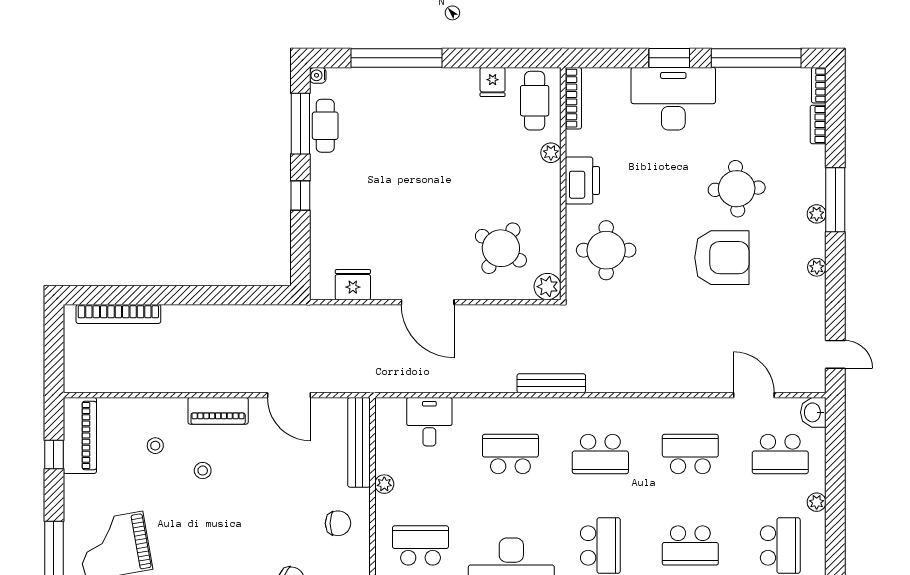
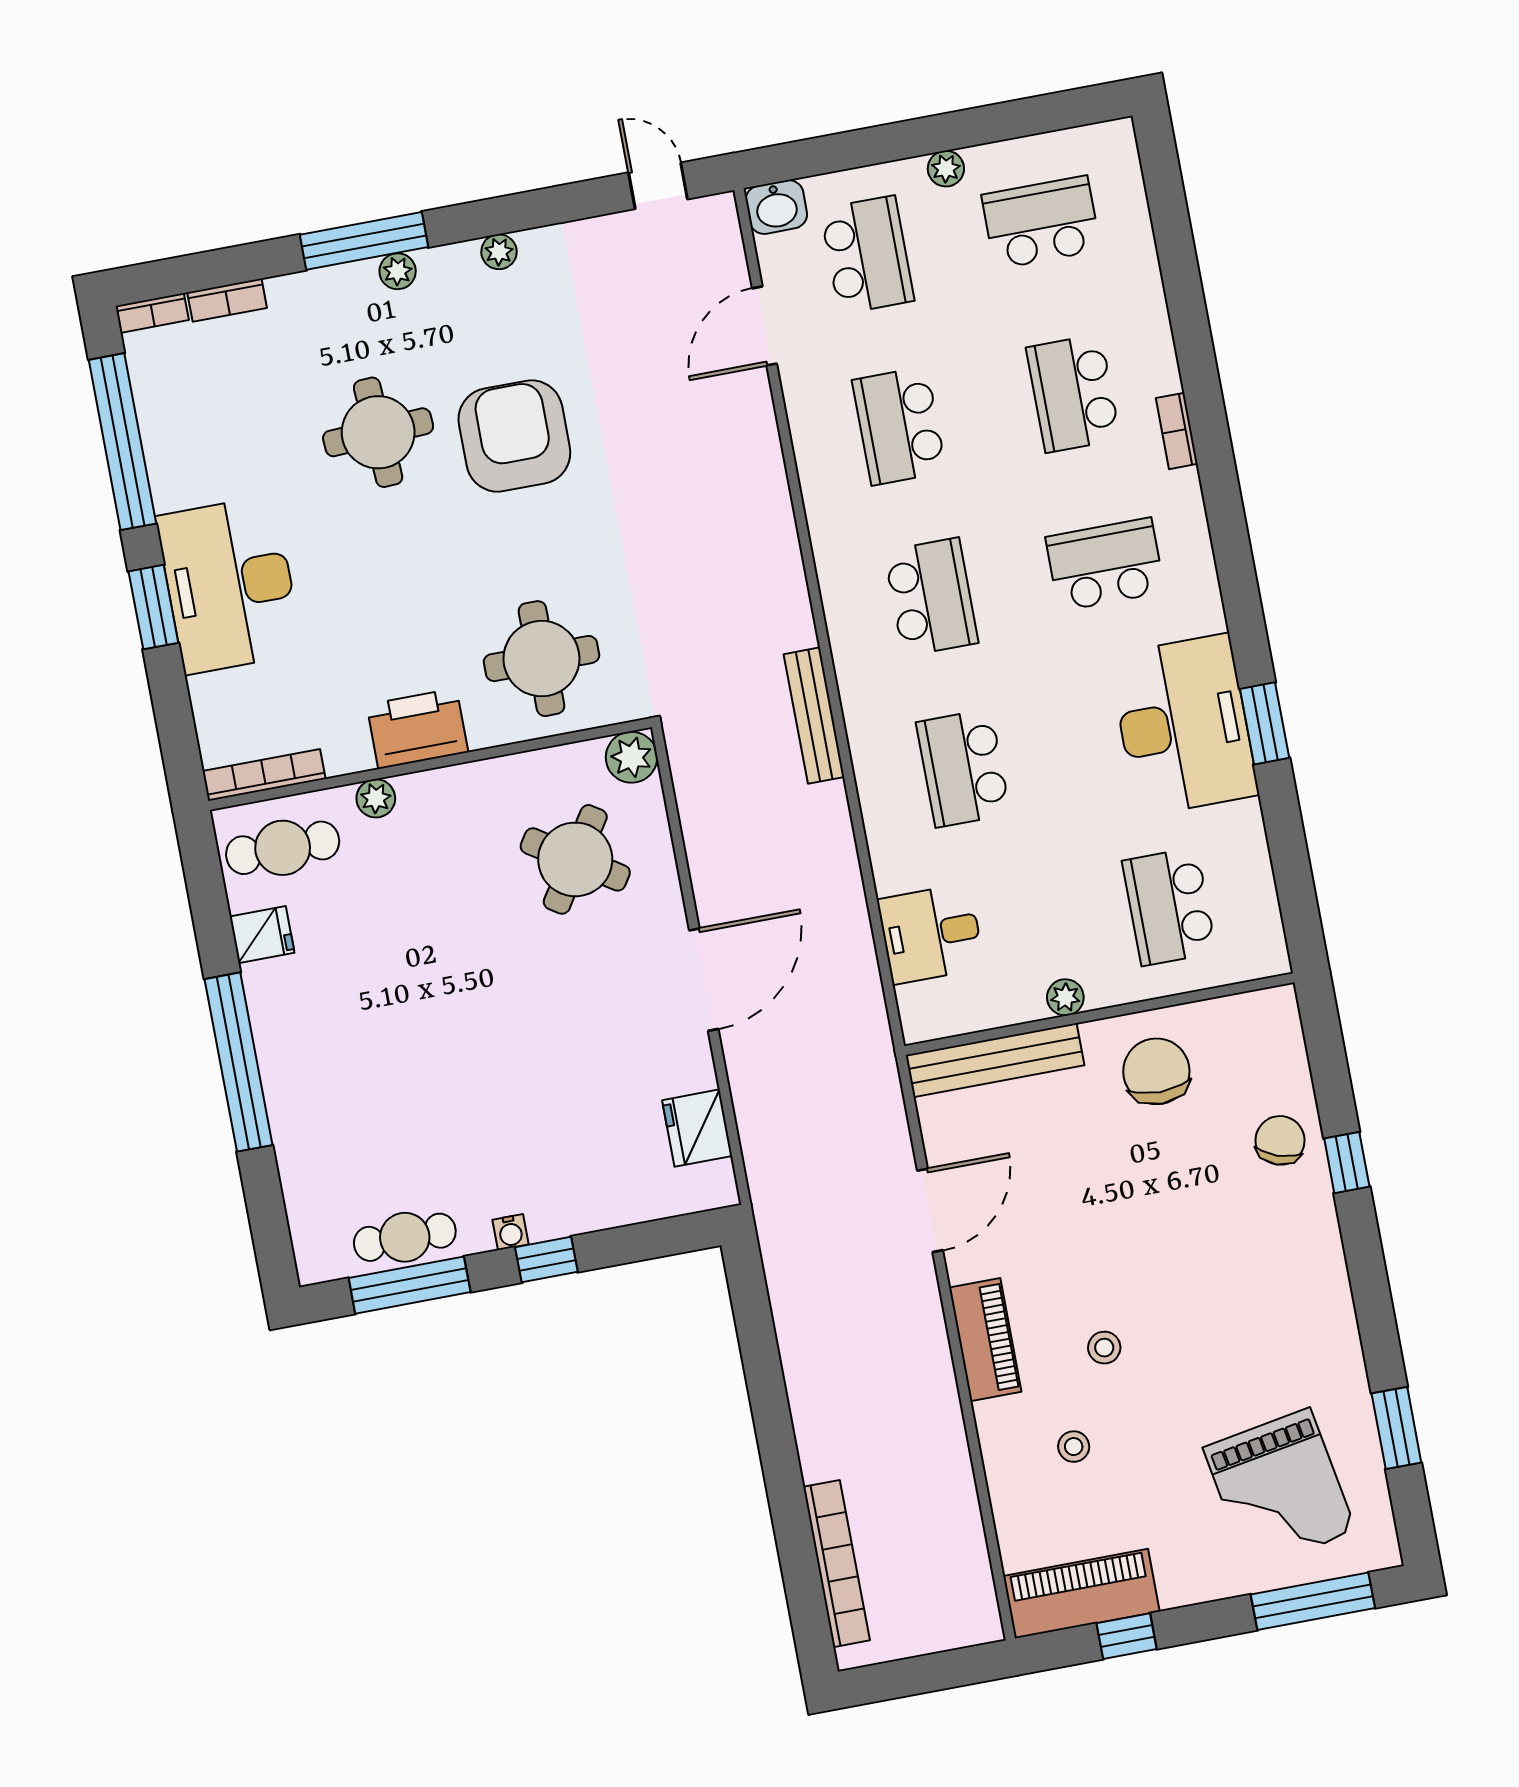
window: (396, 58) -> (239, 1062), moved
water cooler: (318, 75) -> (510, 1232), moved
door: (835, 354) -> (658, 186), hinge flipped
chair: (338, 523) -> (1156, 1071), width x1.37, depth x1.37
school desk: (690, 545) -> (1073, 393), turned 180

